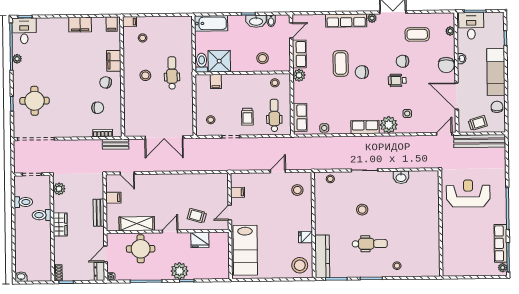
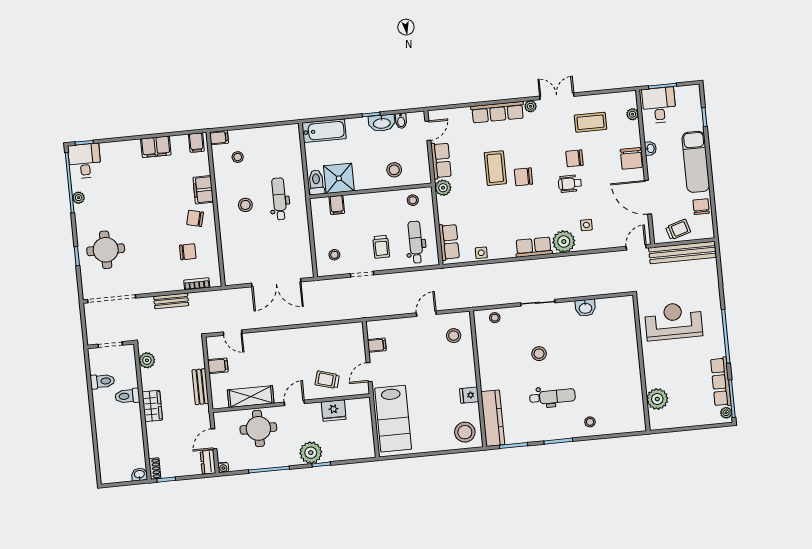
bench: (116, 144) -> (171, 301), moved
plant: (450, 252) -> (657, 399), added
washbasin: (21, 277) -> (139, 474), moved

